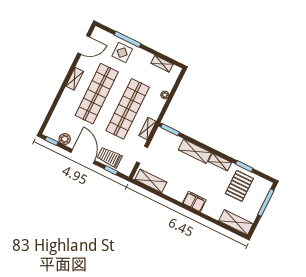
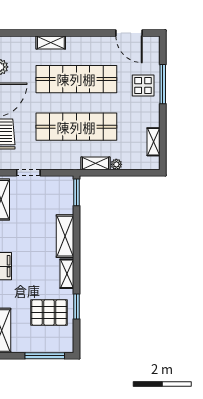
shelving: (75, 79) -> (51, 42), moved
shelving: (148, 129) -> (96, 163), moved

